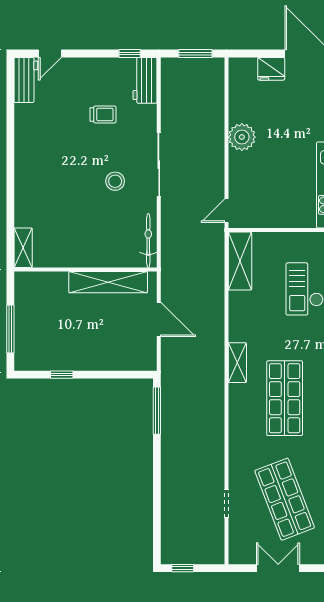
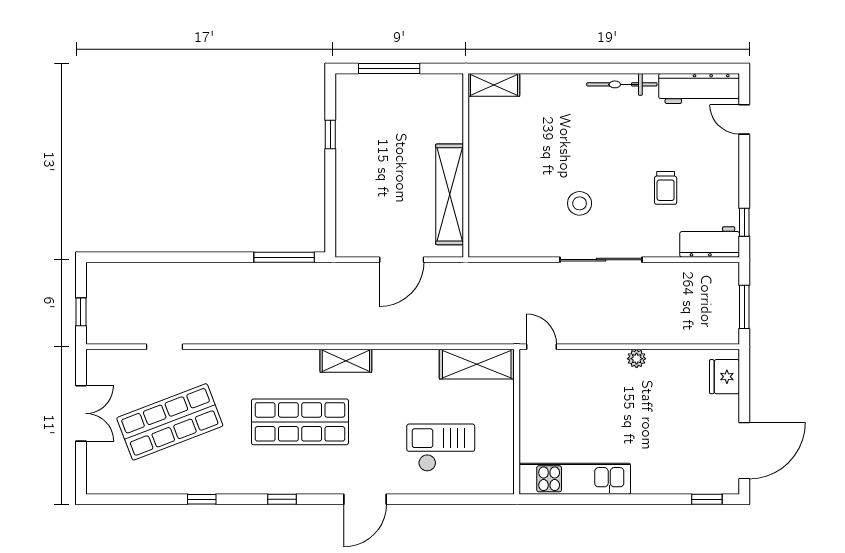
fridge: (271, 69) -> (725, 377), moved
workbench: (26, 80) -> (699, 88), width x1.38
plant: (242, 137) -> (637, 359), width x0.53, depth x0.53
bicycle: (148, 240) -> (622, 84), moved, turned 180
window: (183, 568) -> (81, 312), moved

